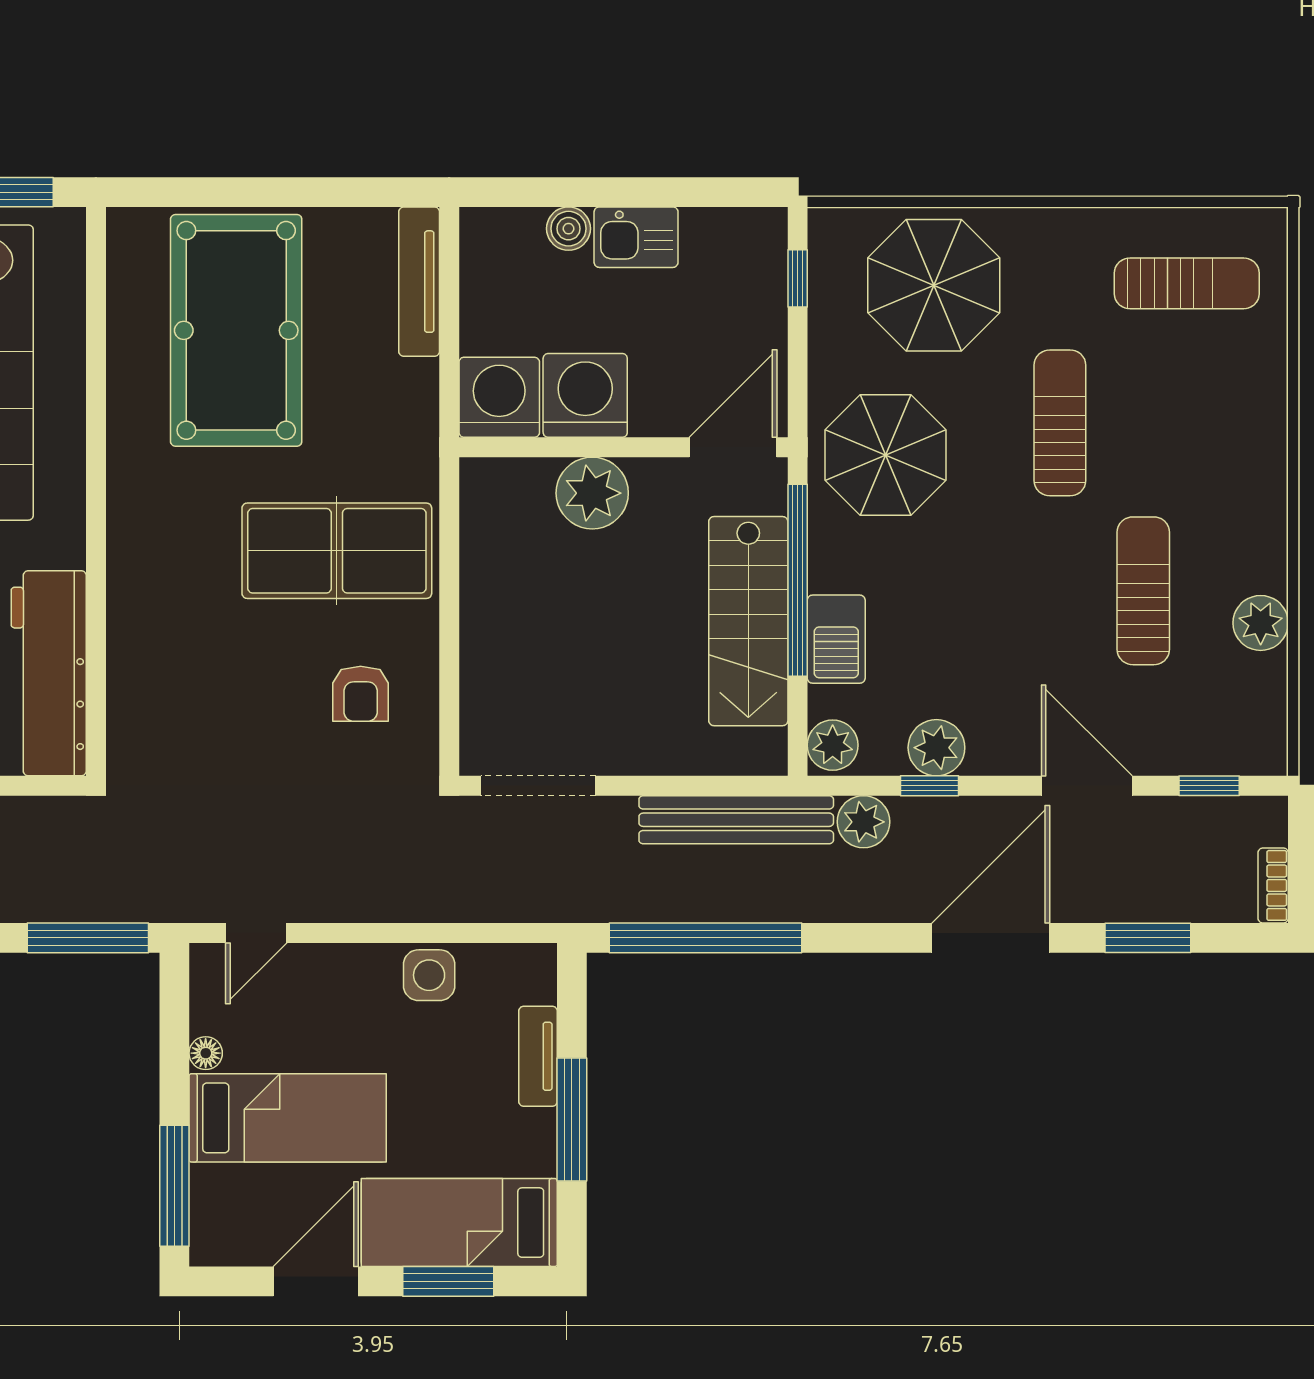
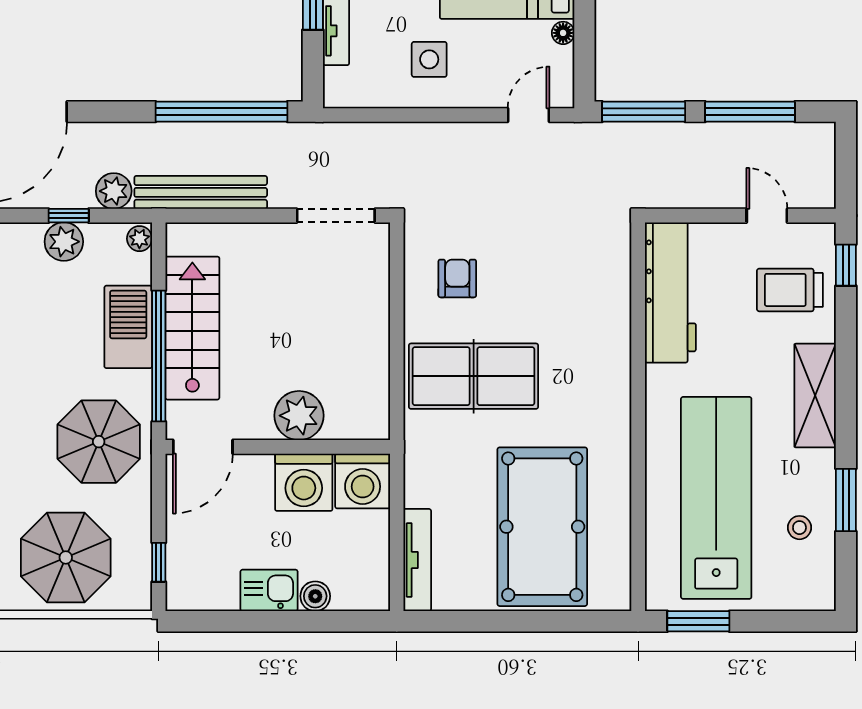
barbecue: (836, 639) -> (128, 327), width x1.37, depth x1.21
plant: (833, 745) -> (139, 239), width x0.73, depth x0.73
side table: (429, 975) -> (429, 59), moved

